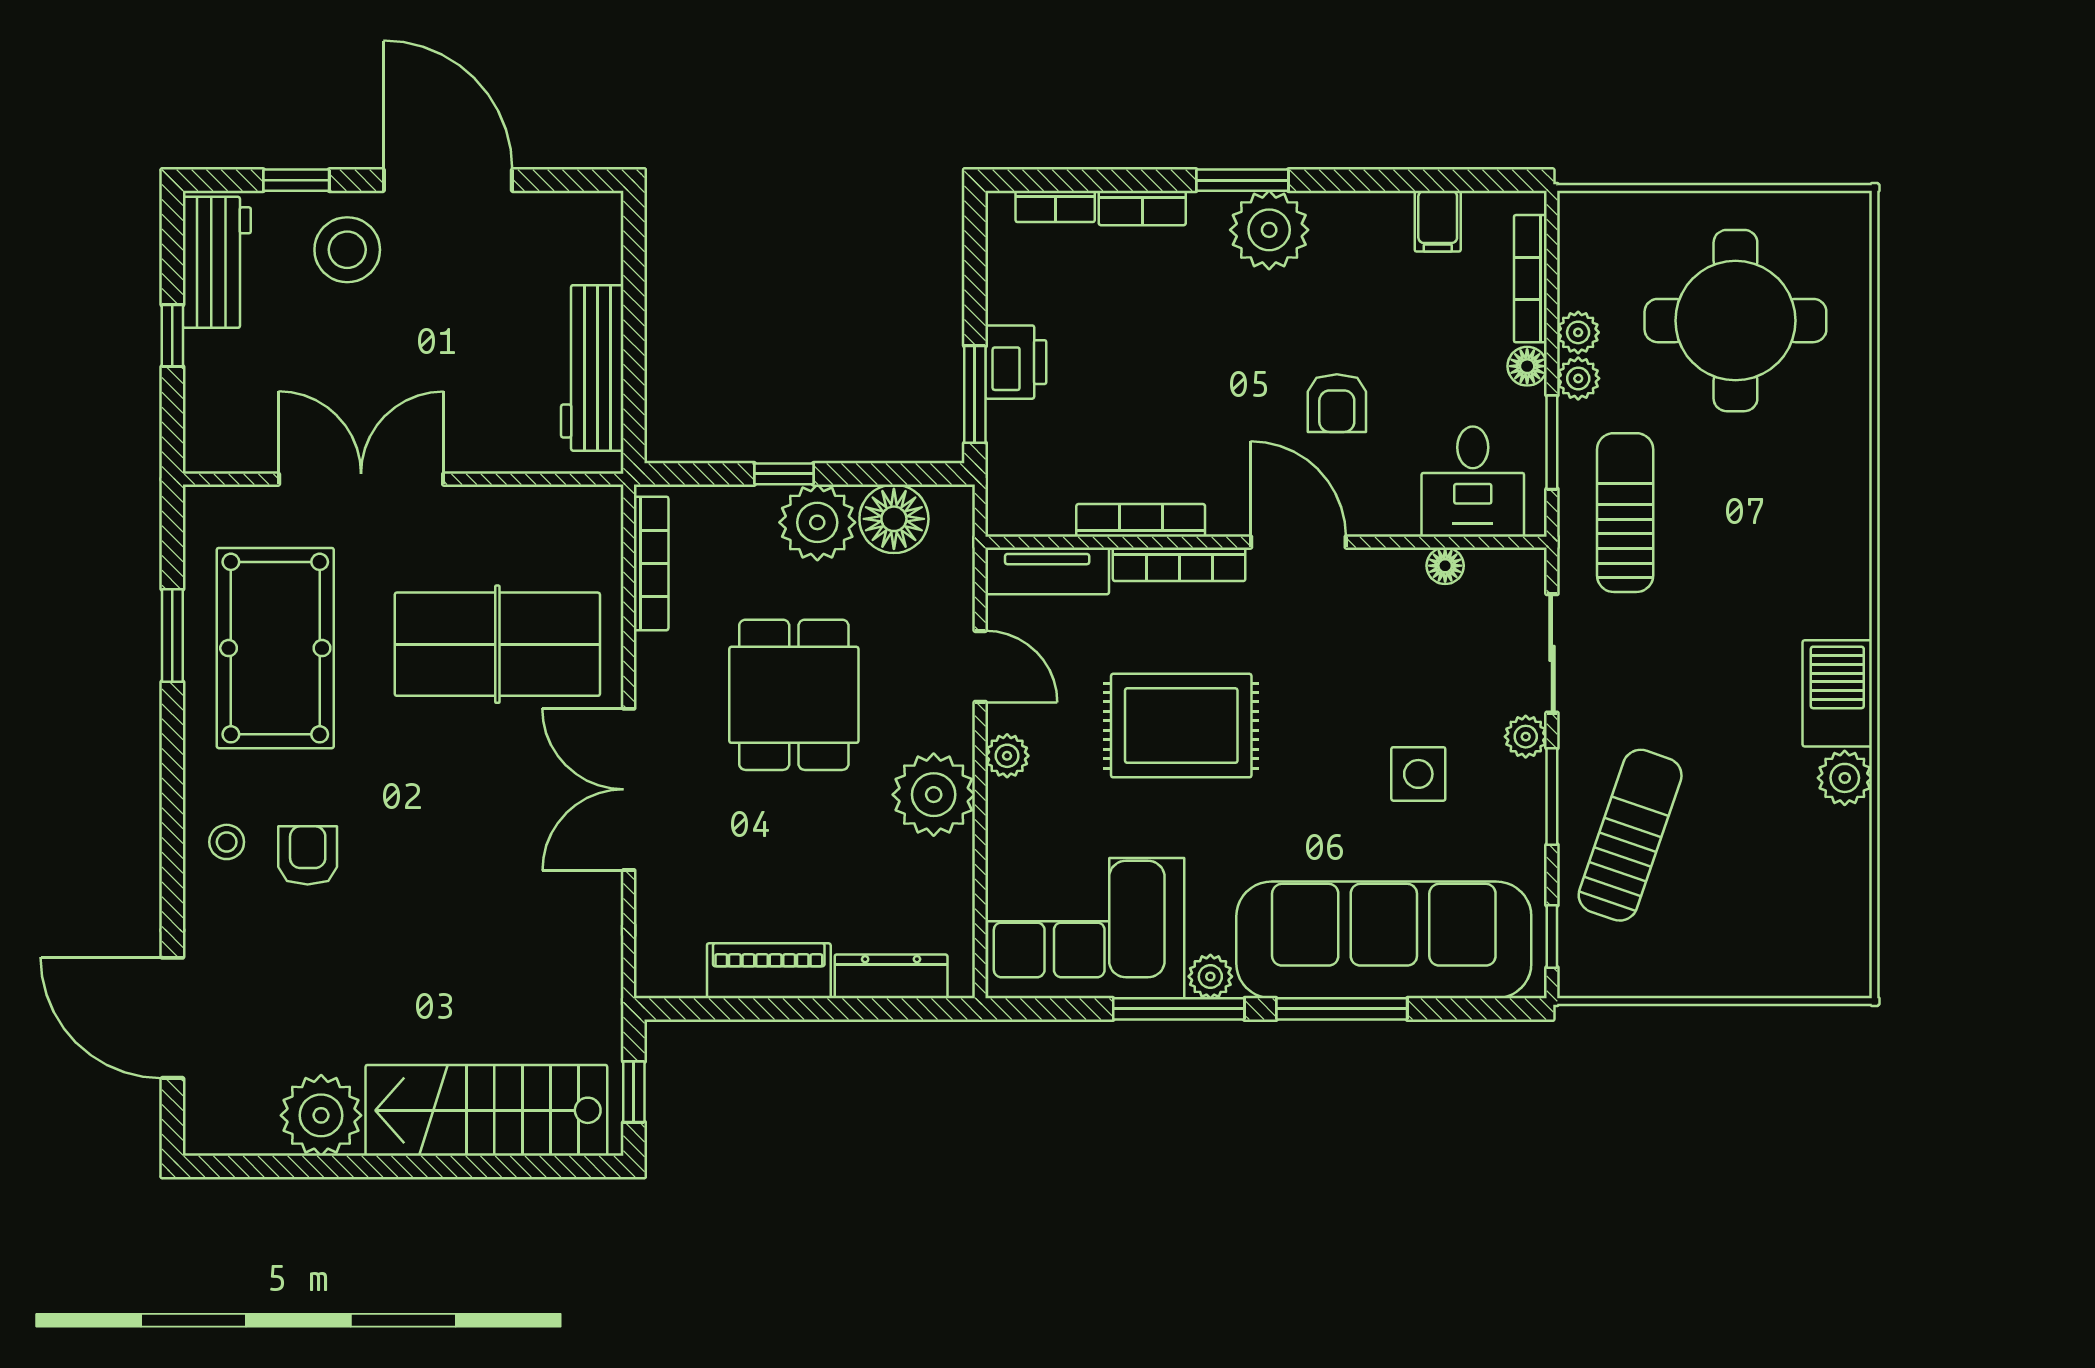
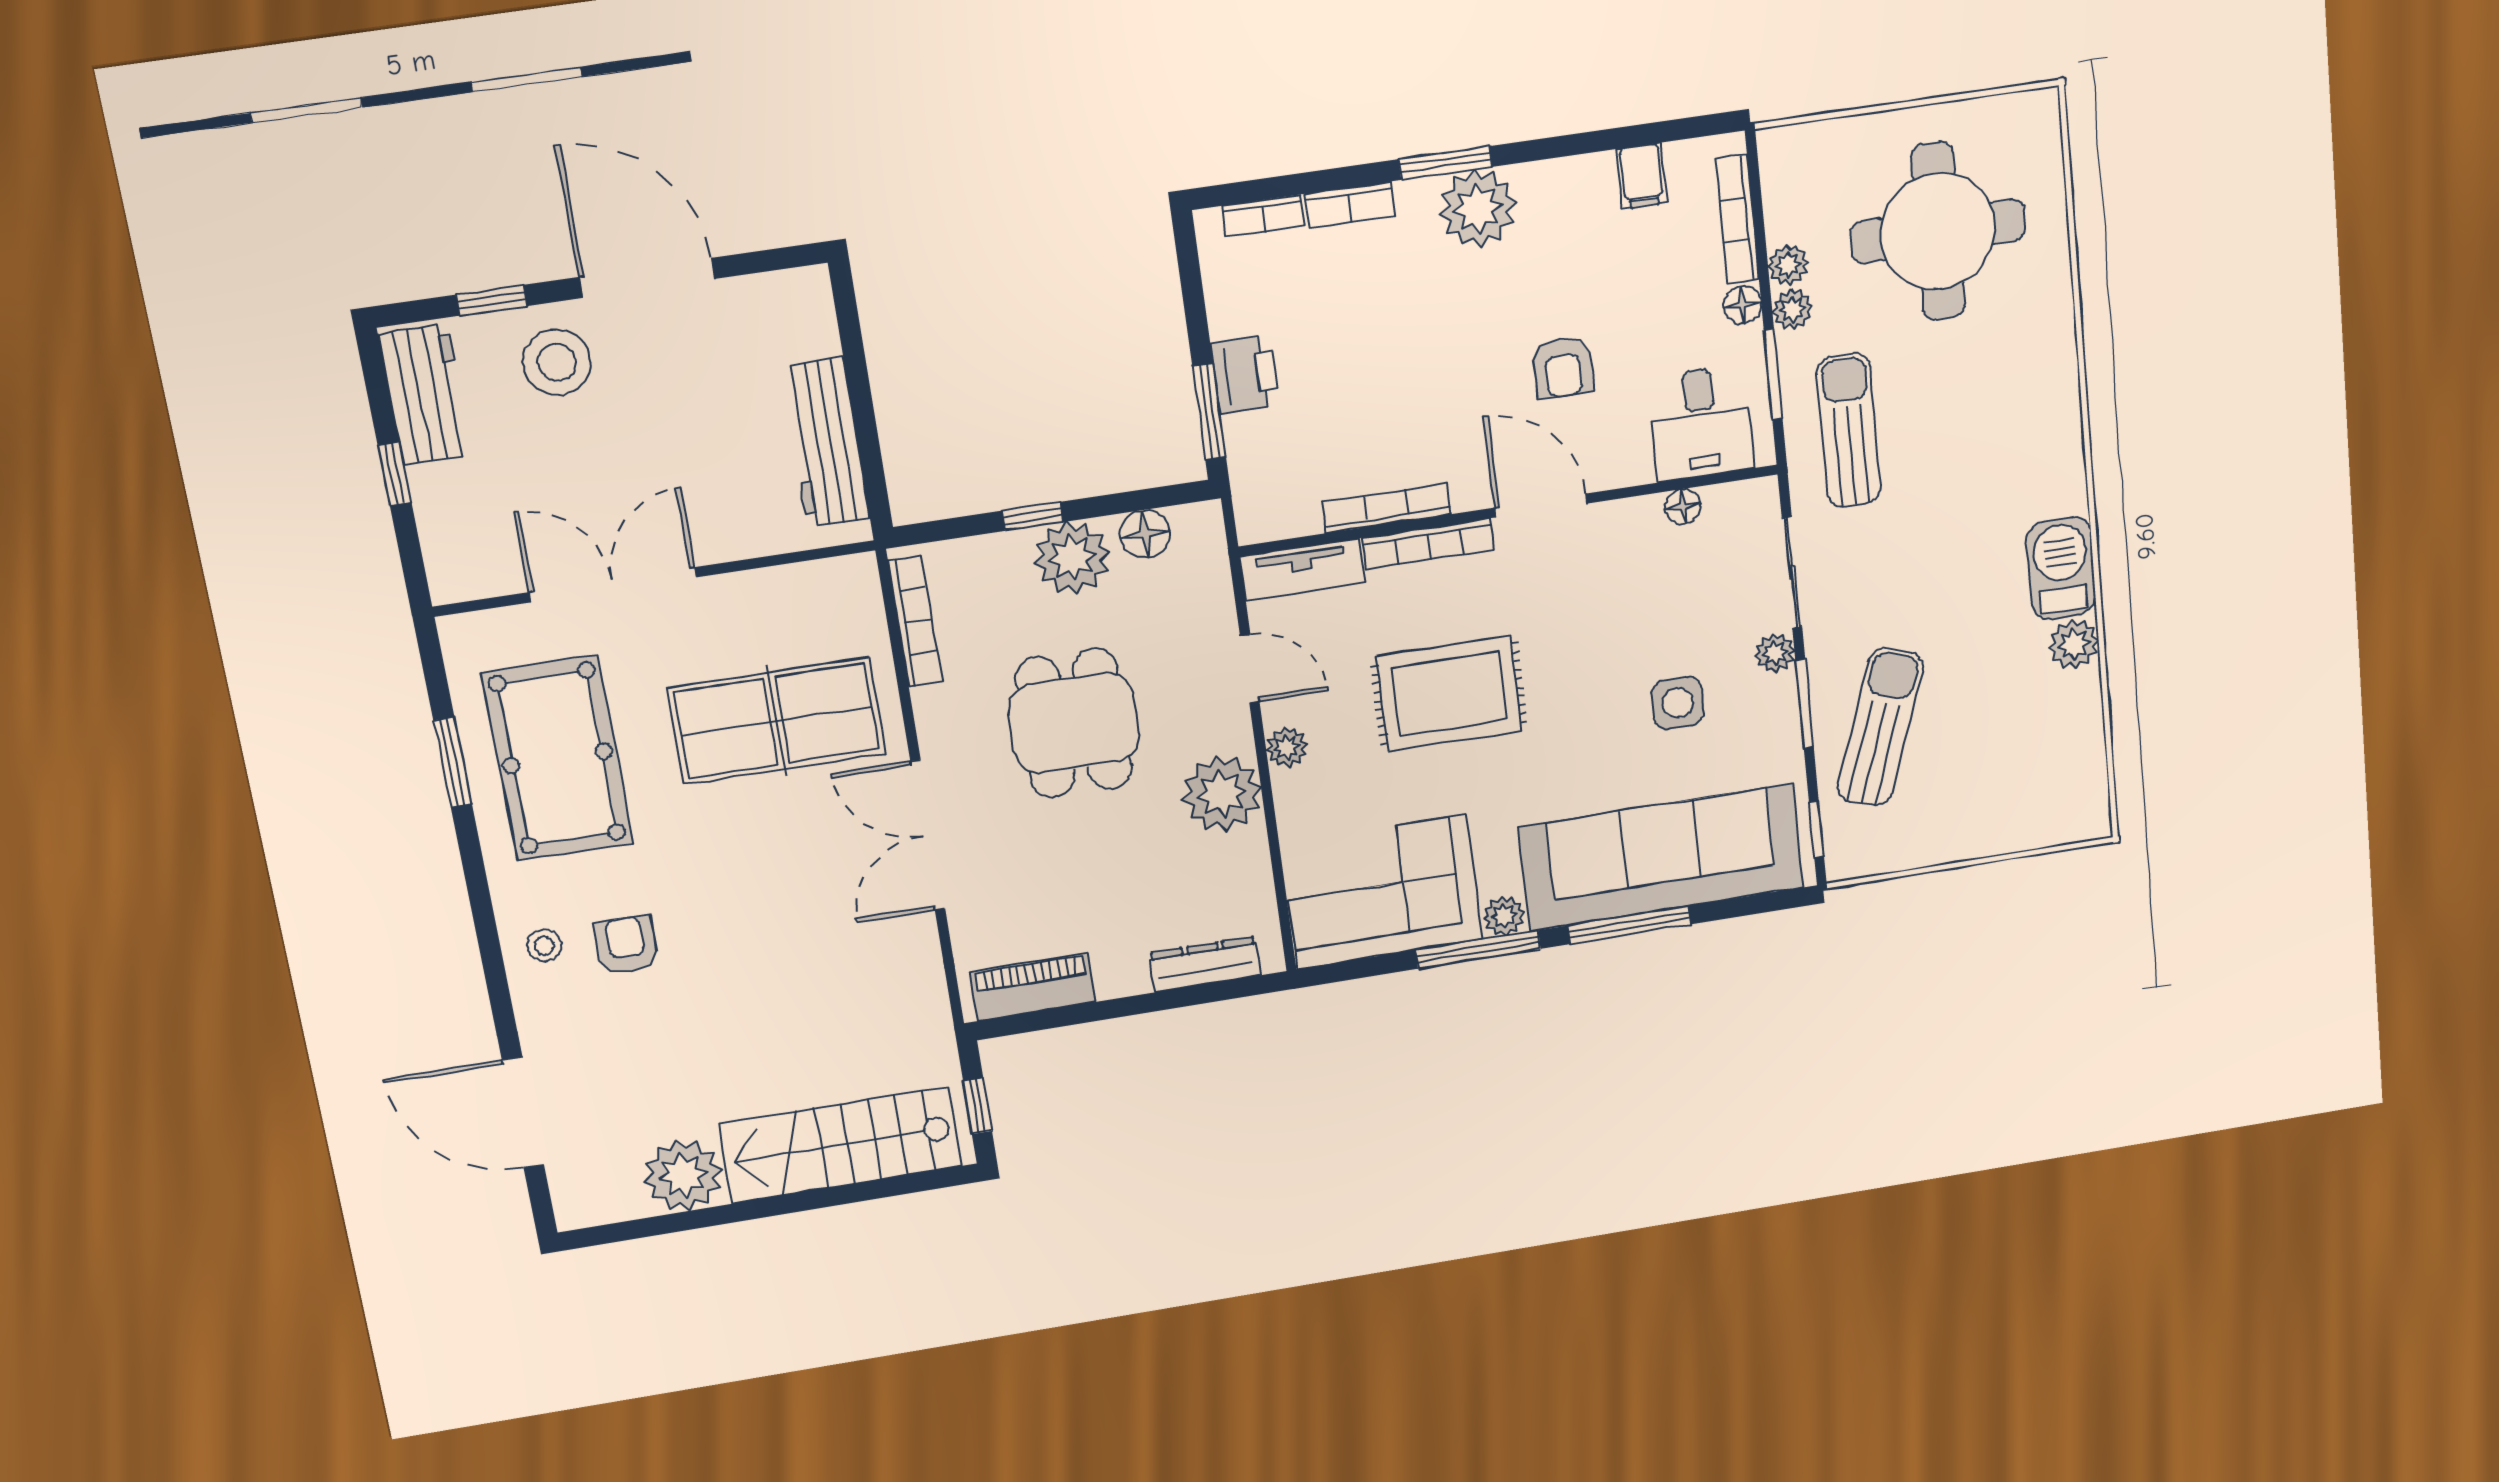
floor lamp: (894, 519) -> (1145, 534), width x0.73, depth x0.73
piano: (769, 971) -> (1033, 987), moved

